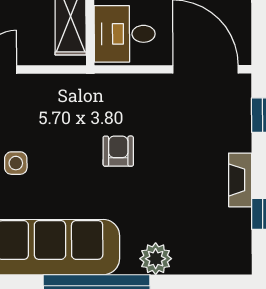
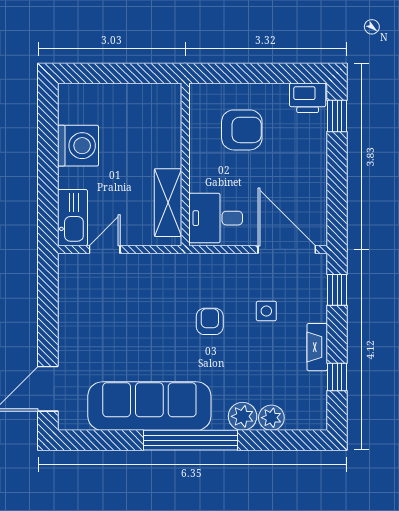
side table: (16, 163) -> (266, 311), moved
plant: (188, 260) -> (271, 418), added

